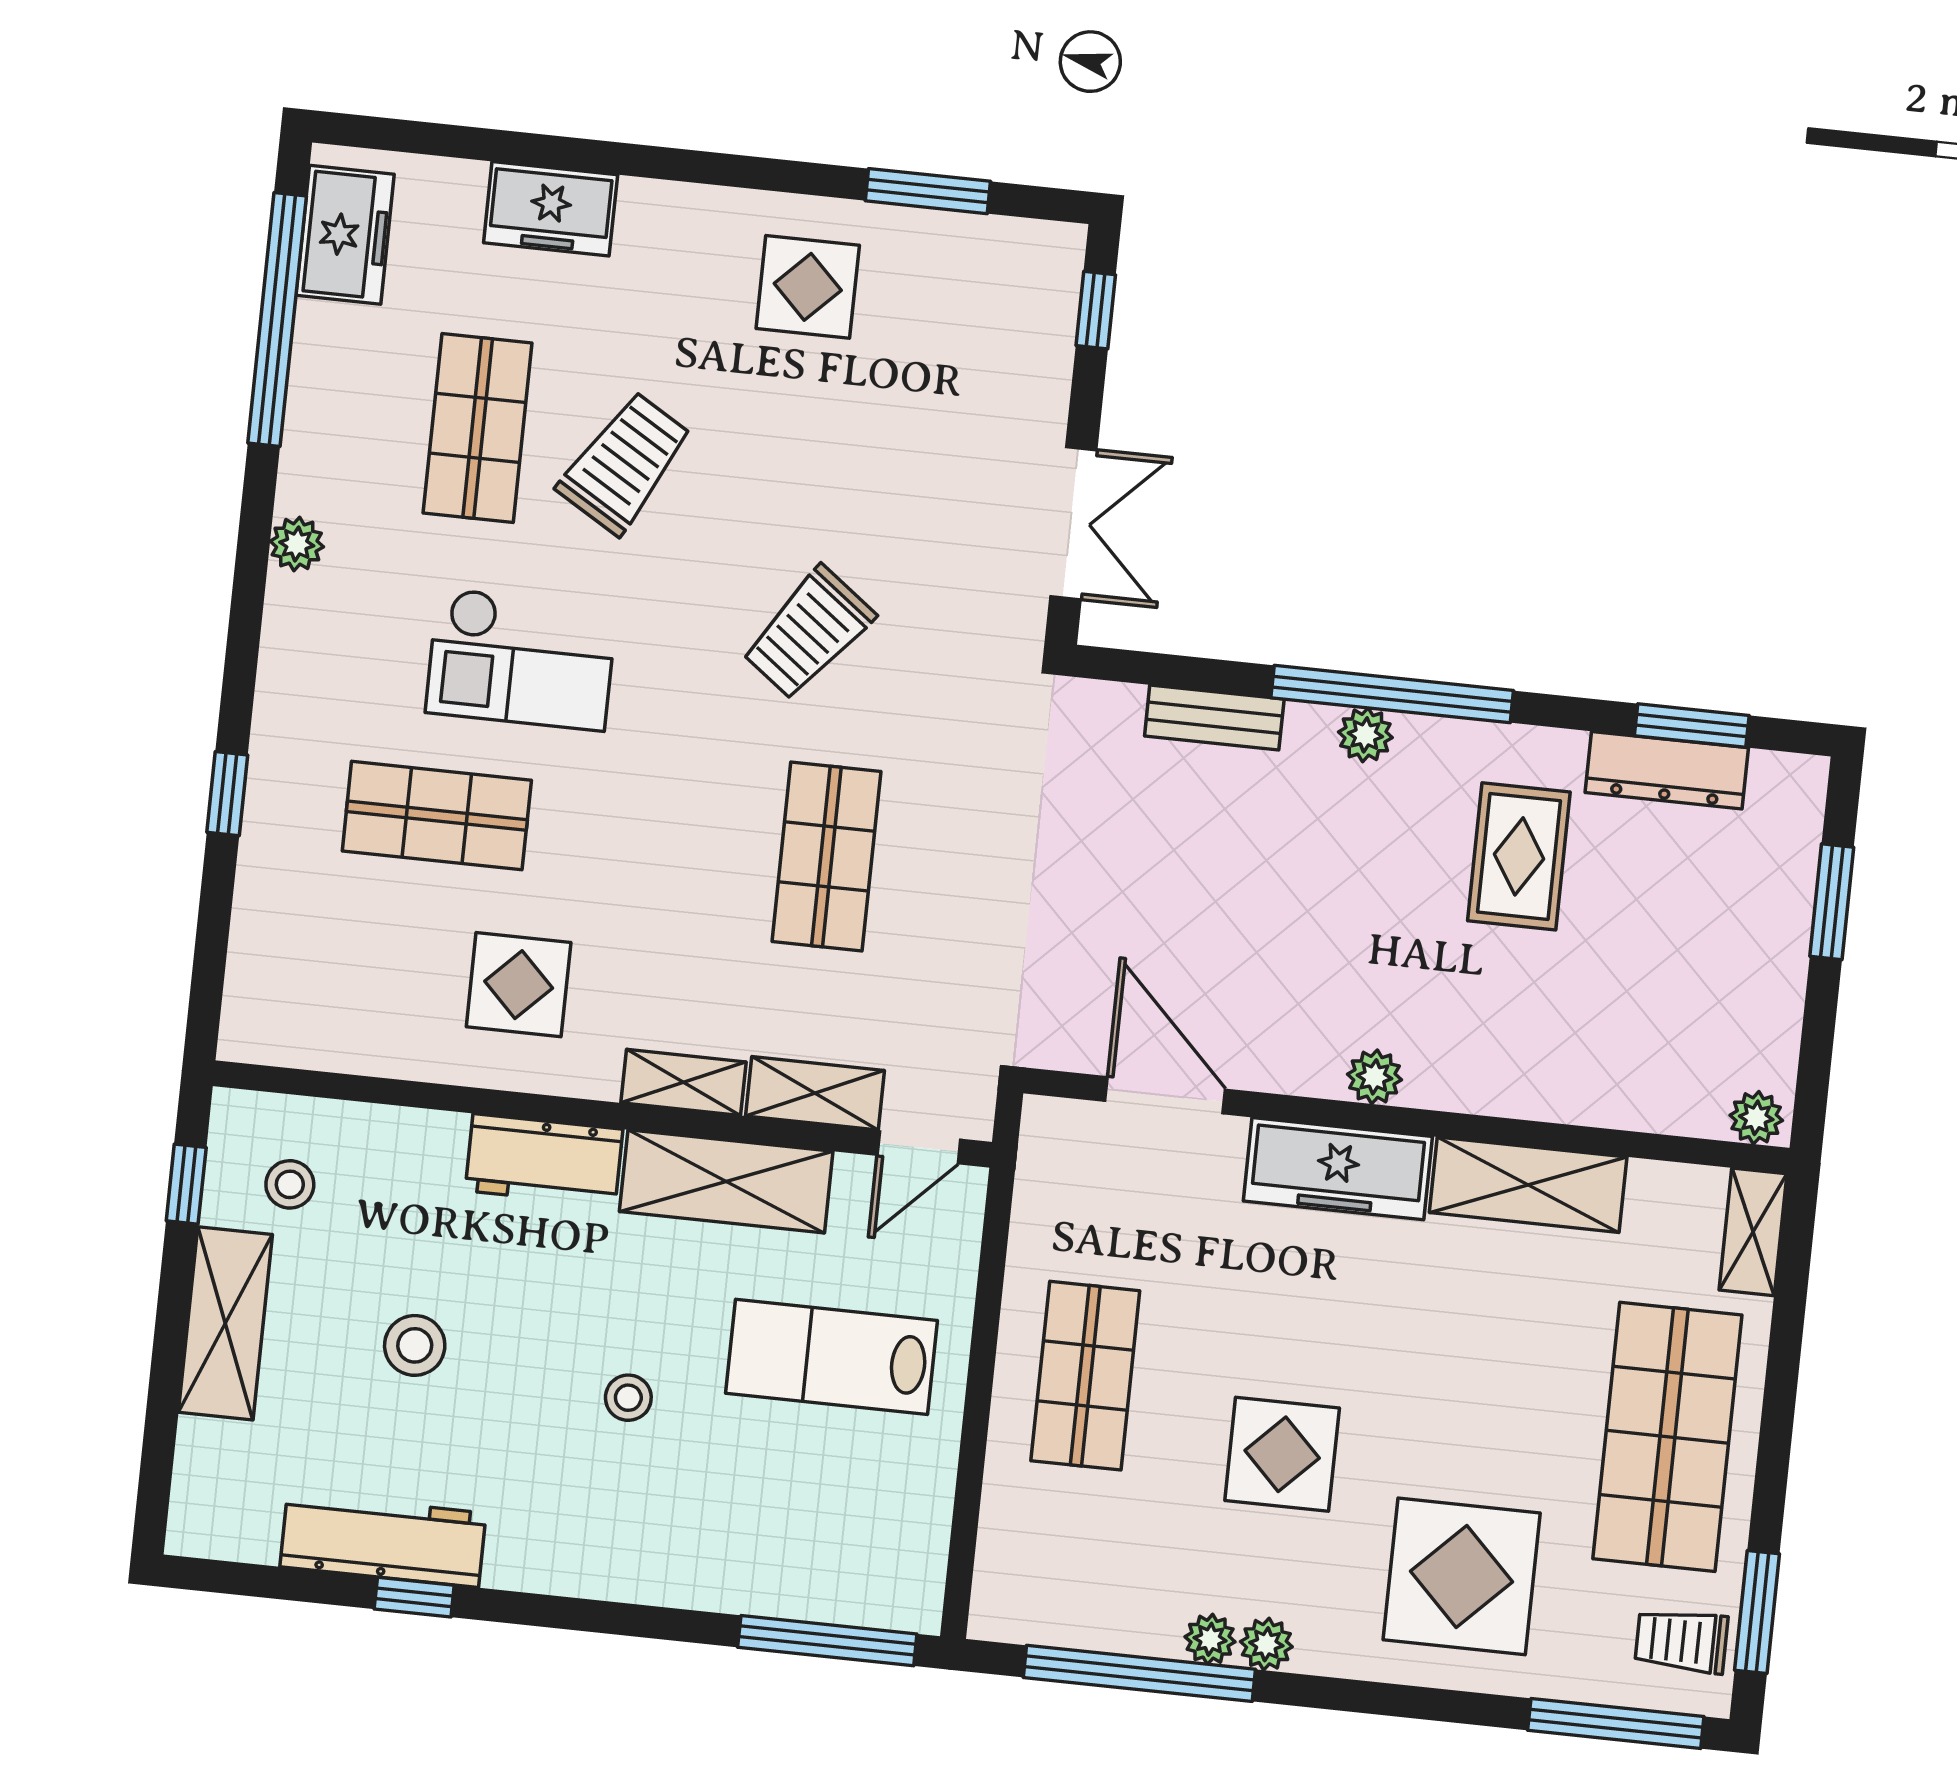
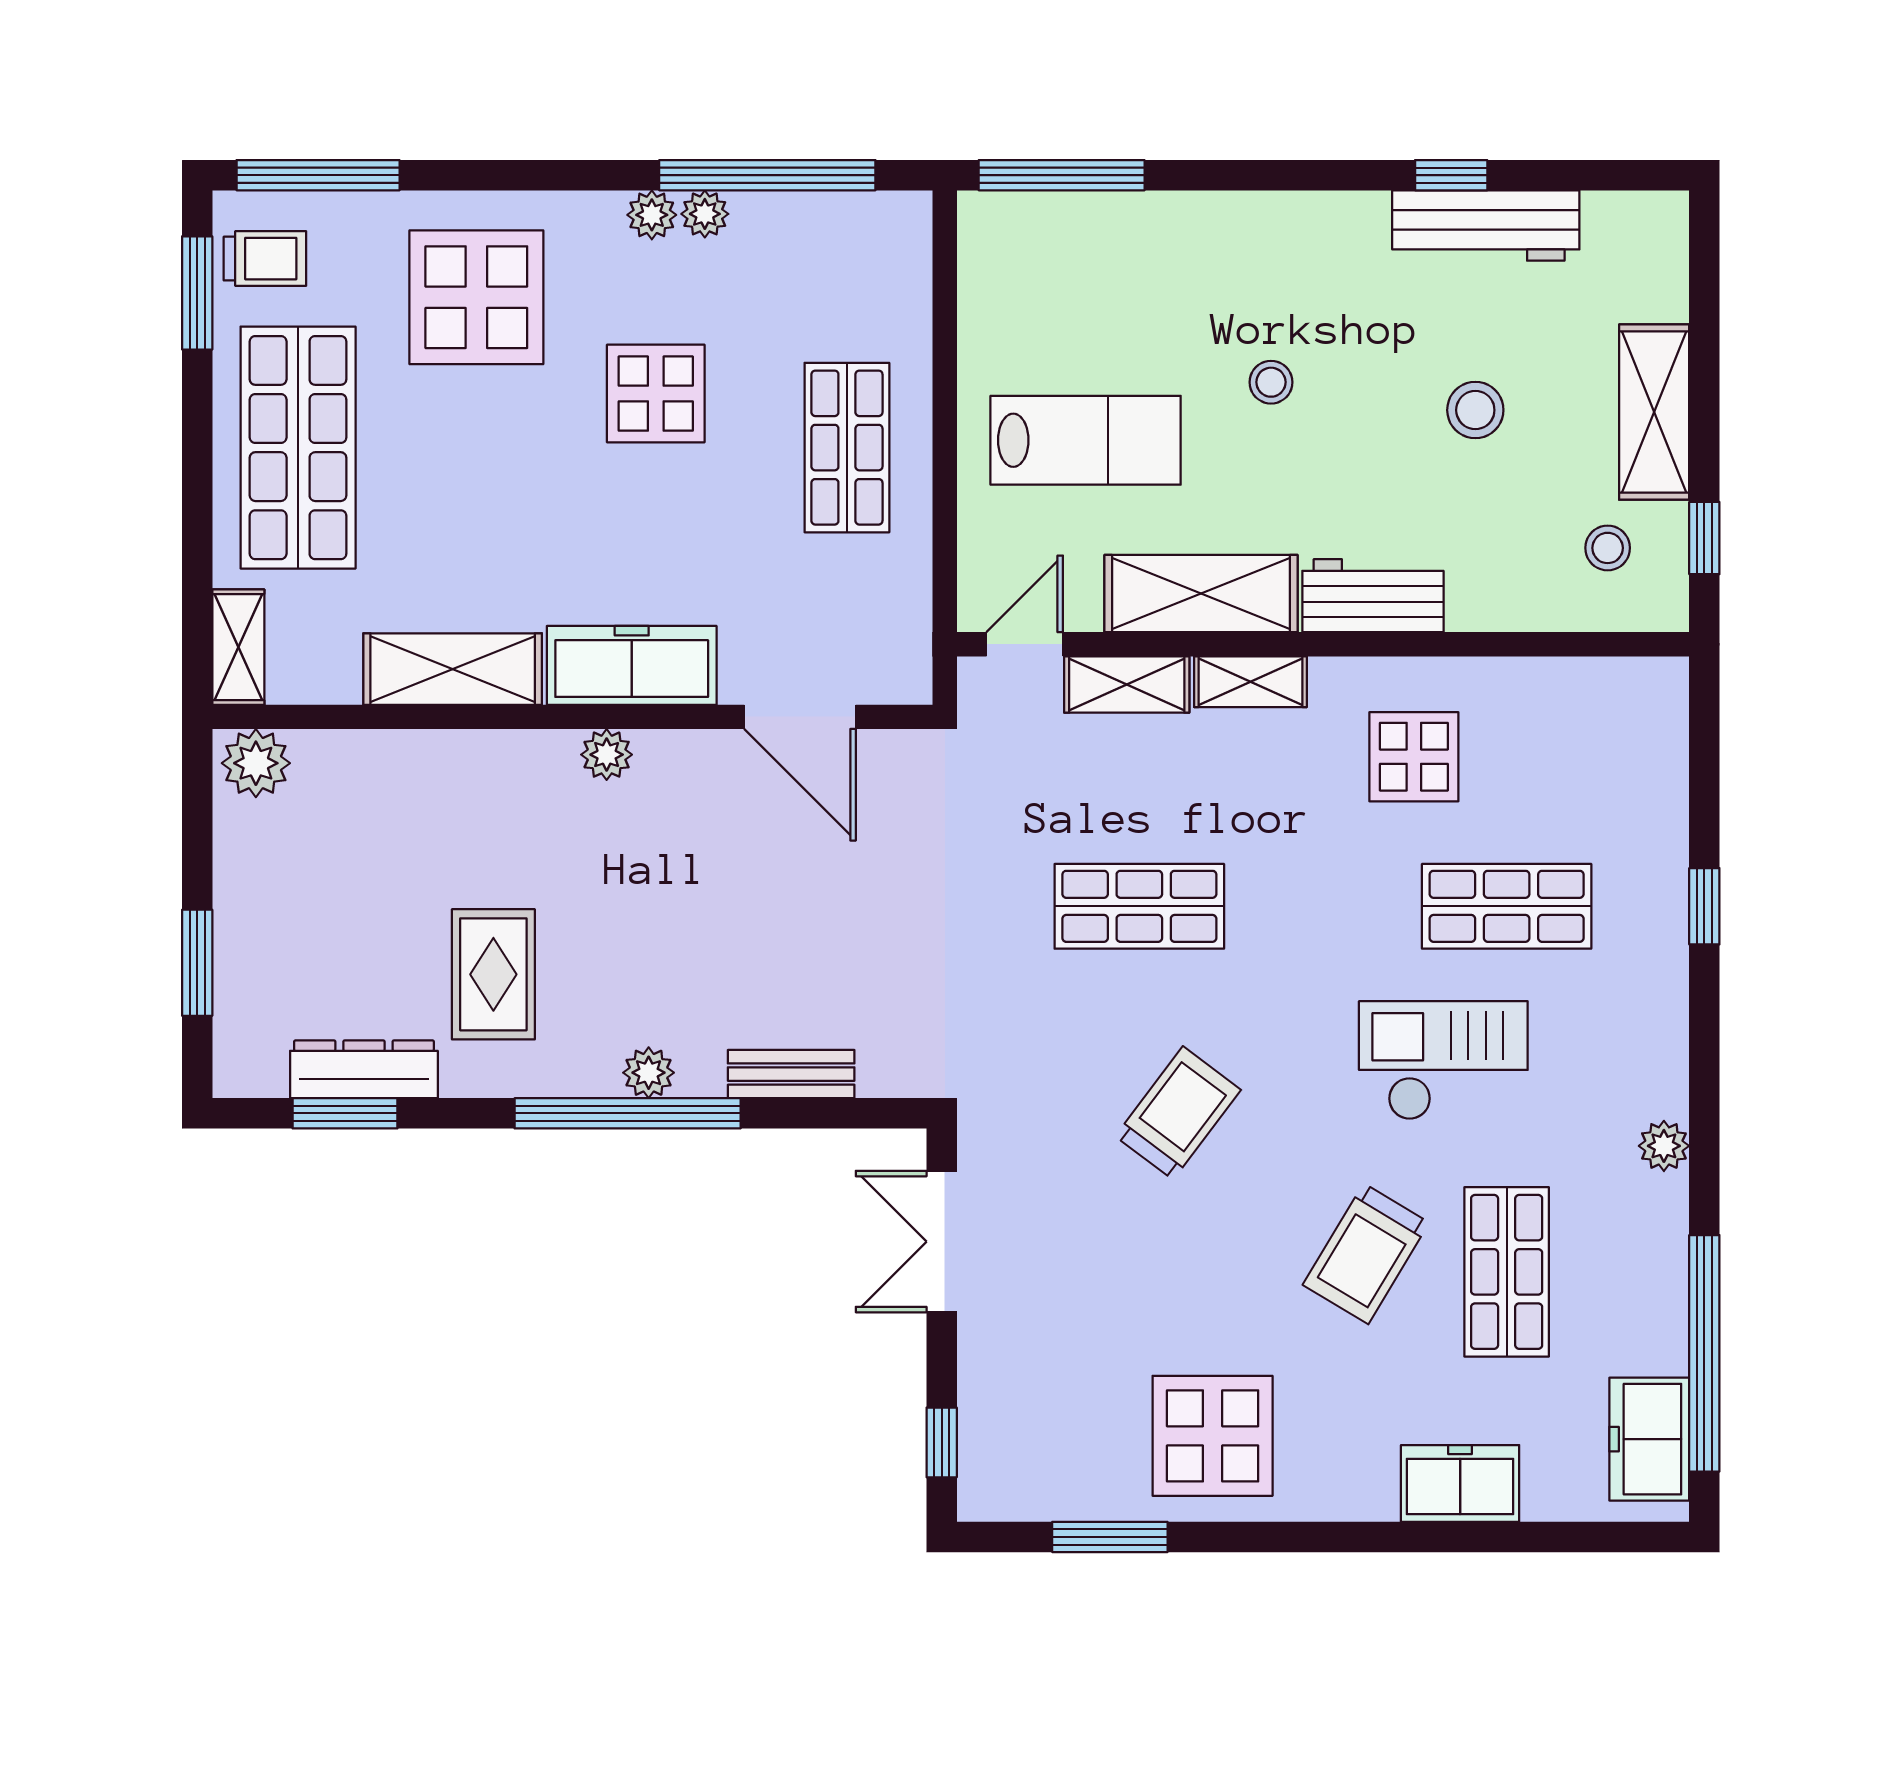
display table: (808, 287) -> (1213, 1436), width x1.36, depth x1.36
shop shelf: (826, 857) -> (1139, 906), turned 90
plant: (1756, 1118) -> (256, 763), width x1.38, depth x1.38

